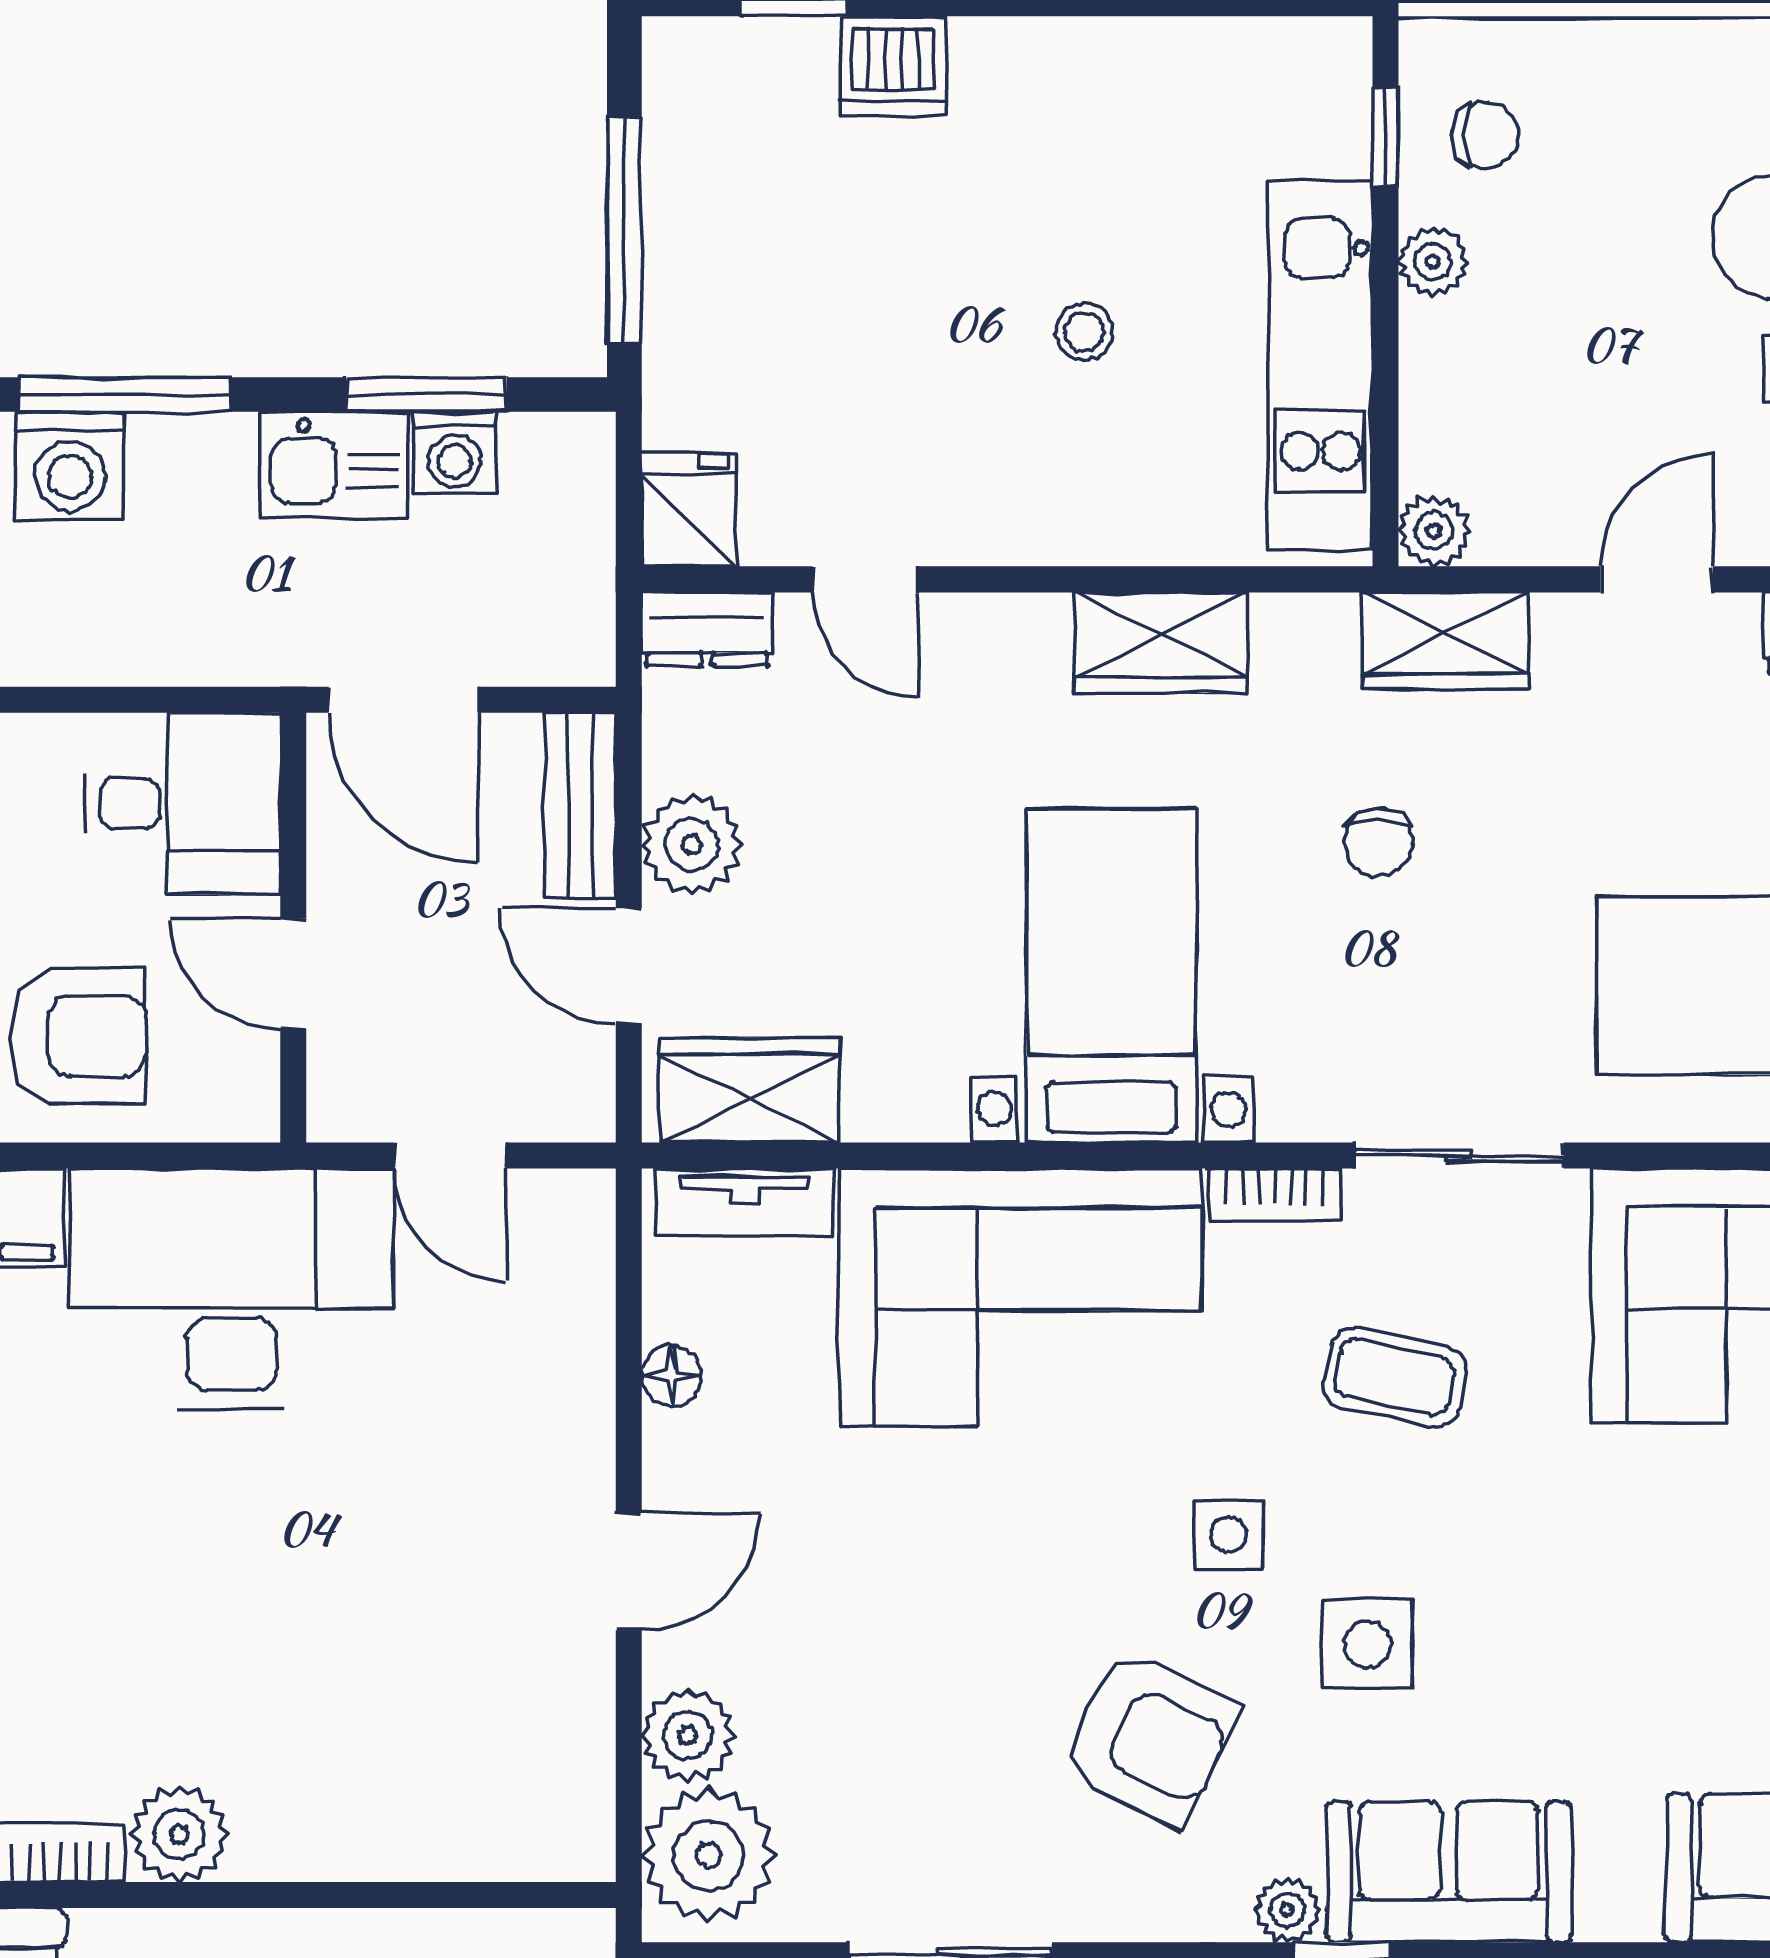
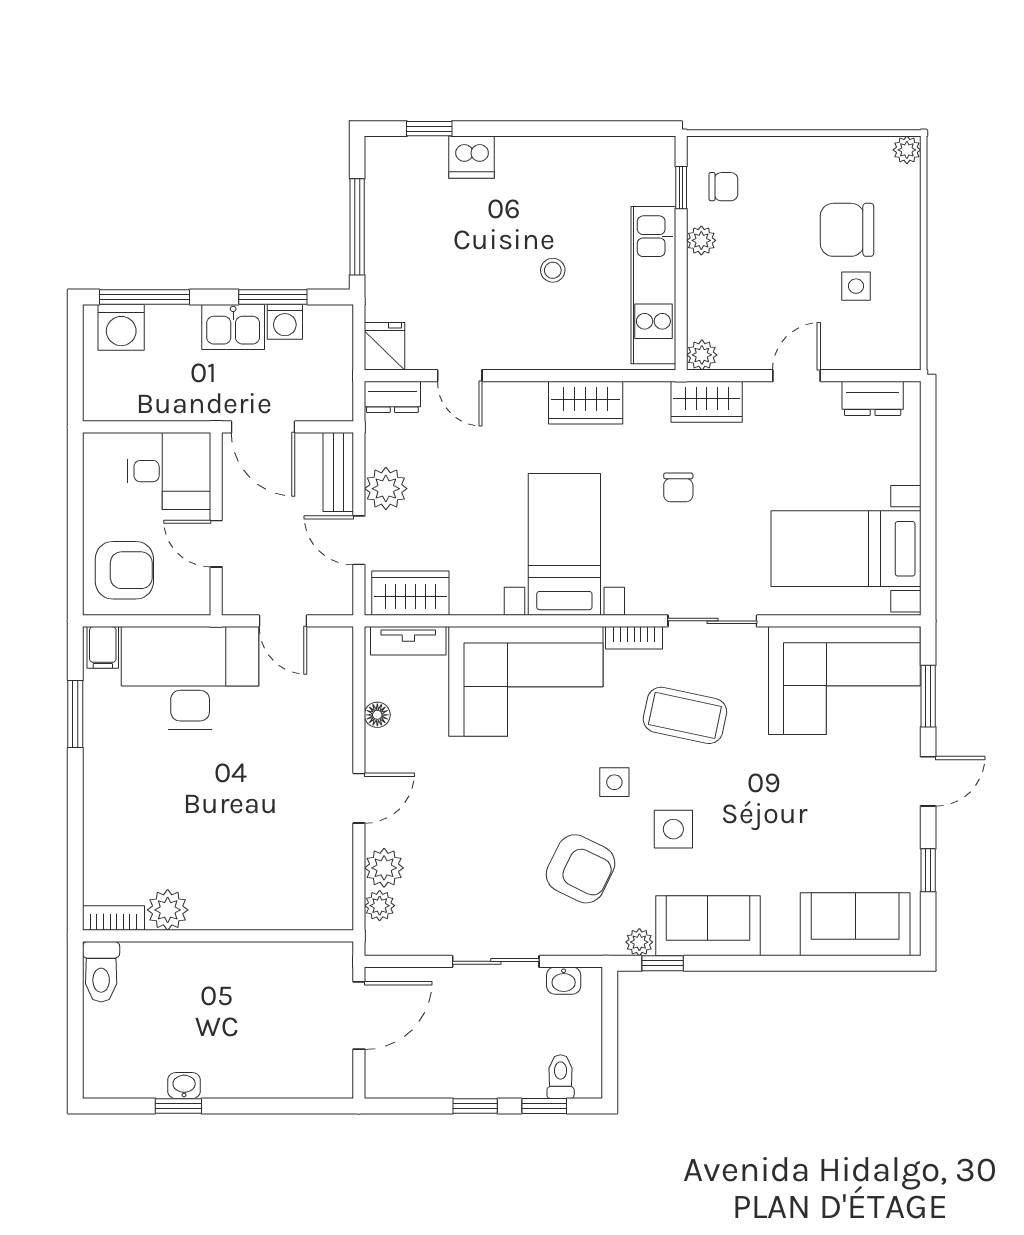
coffee table: (1395, 1377) -> (685, 715), width x1.36, depth x1.30
plant: (709, 1855) -> (380, 906), width x0.53, depth x0.53

